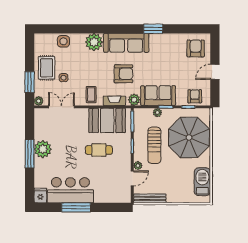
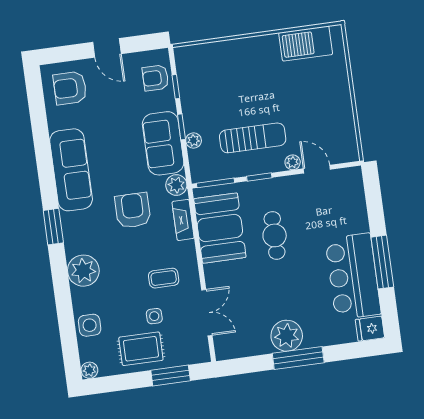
window: (153, 29) -> (53, 227), moved
sofa: (126, 43) -> (71, 170), moved
coffee table: (91, 95) -> (164, 278), moved
plant: (39, 101) -> (89, 370), moved
double door: (61, 107) -> (207, 313), swing flipped
parasol: (189, 137) -> (230, 78), removed
bench: (150, 198) -> (348, 133), removed

